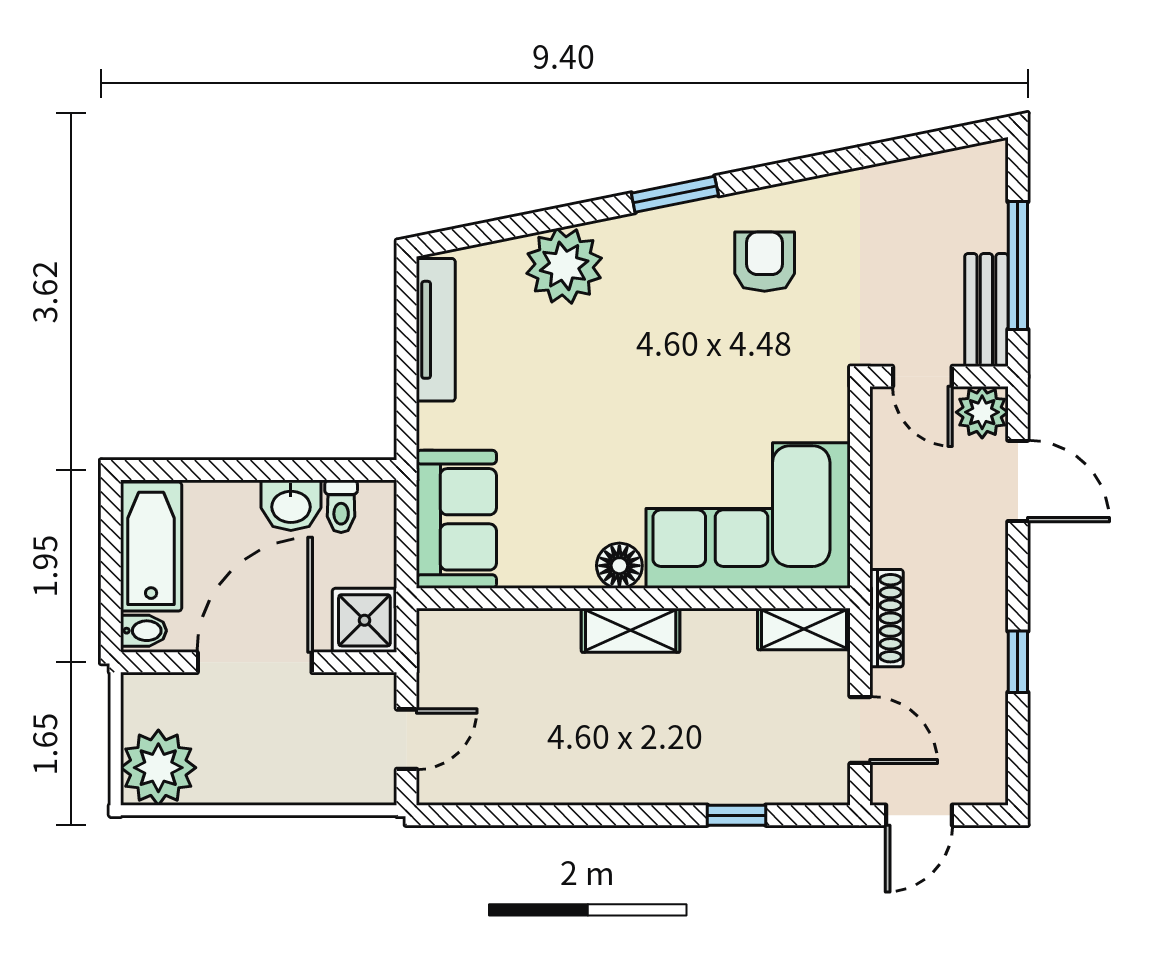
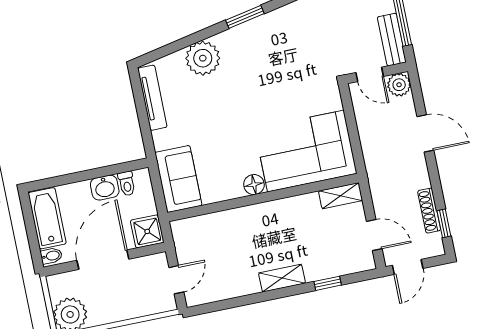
armchair: (765, 262) -> (290, 38), removed
door: (1018, 481) -> (425, 133), moved
shoe rack: (887, 618) -> (429, 211), moved, turned 180
shelving: (631, 630) -> (282, 278), moved
window: (1018, 662) -> (444, 223), moved

